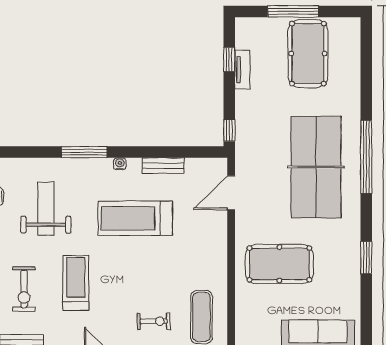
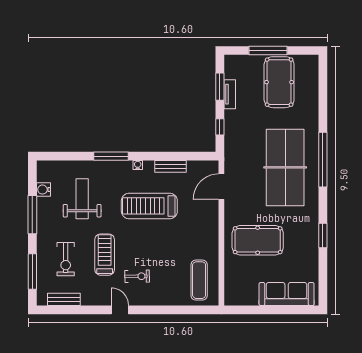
window: (229, 59) -> (220, 87), width x1.50
window: (229, 130) -> (220, 127), moved
exercise bike: (154, 321) -> (137, 276), moved

